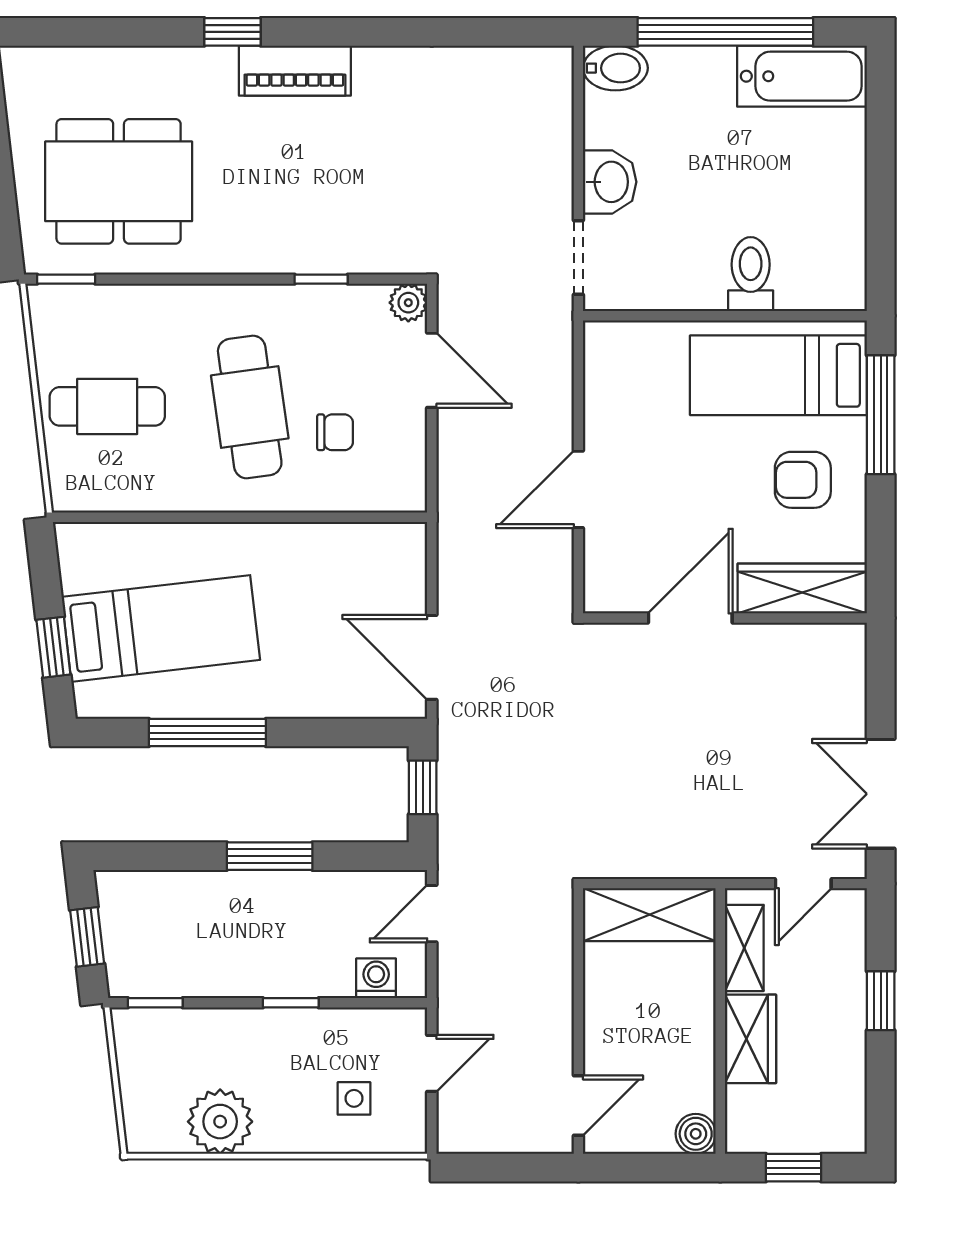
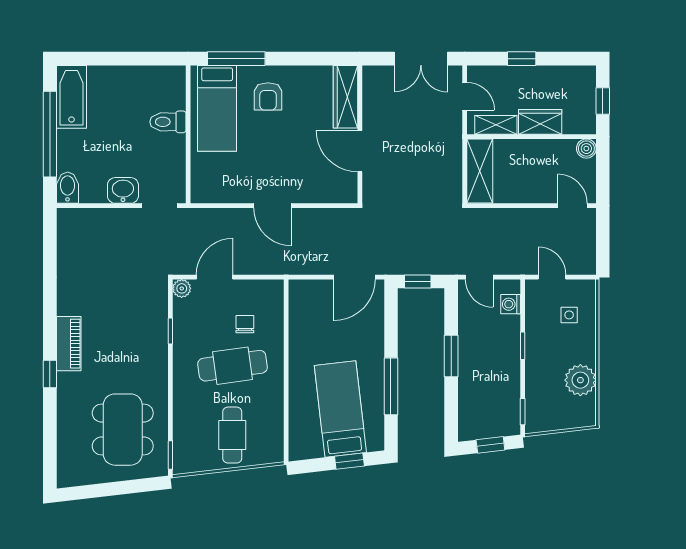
wardrobe: (802, 588) -> (345, 97), moved
door: (690, 618) -> (360, 151), moved
wall: (725, 618) -> (360, 134), moved

